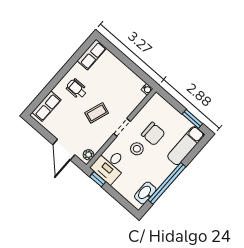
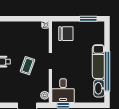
chair: (153, 134) -> (66, 34), moved
exam couch: (186, 146) -> (98, 62), moved
stool: (137, 149) -> (71, 66), removed

